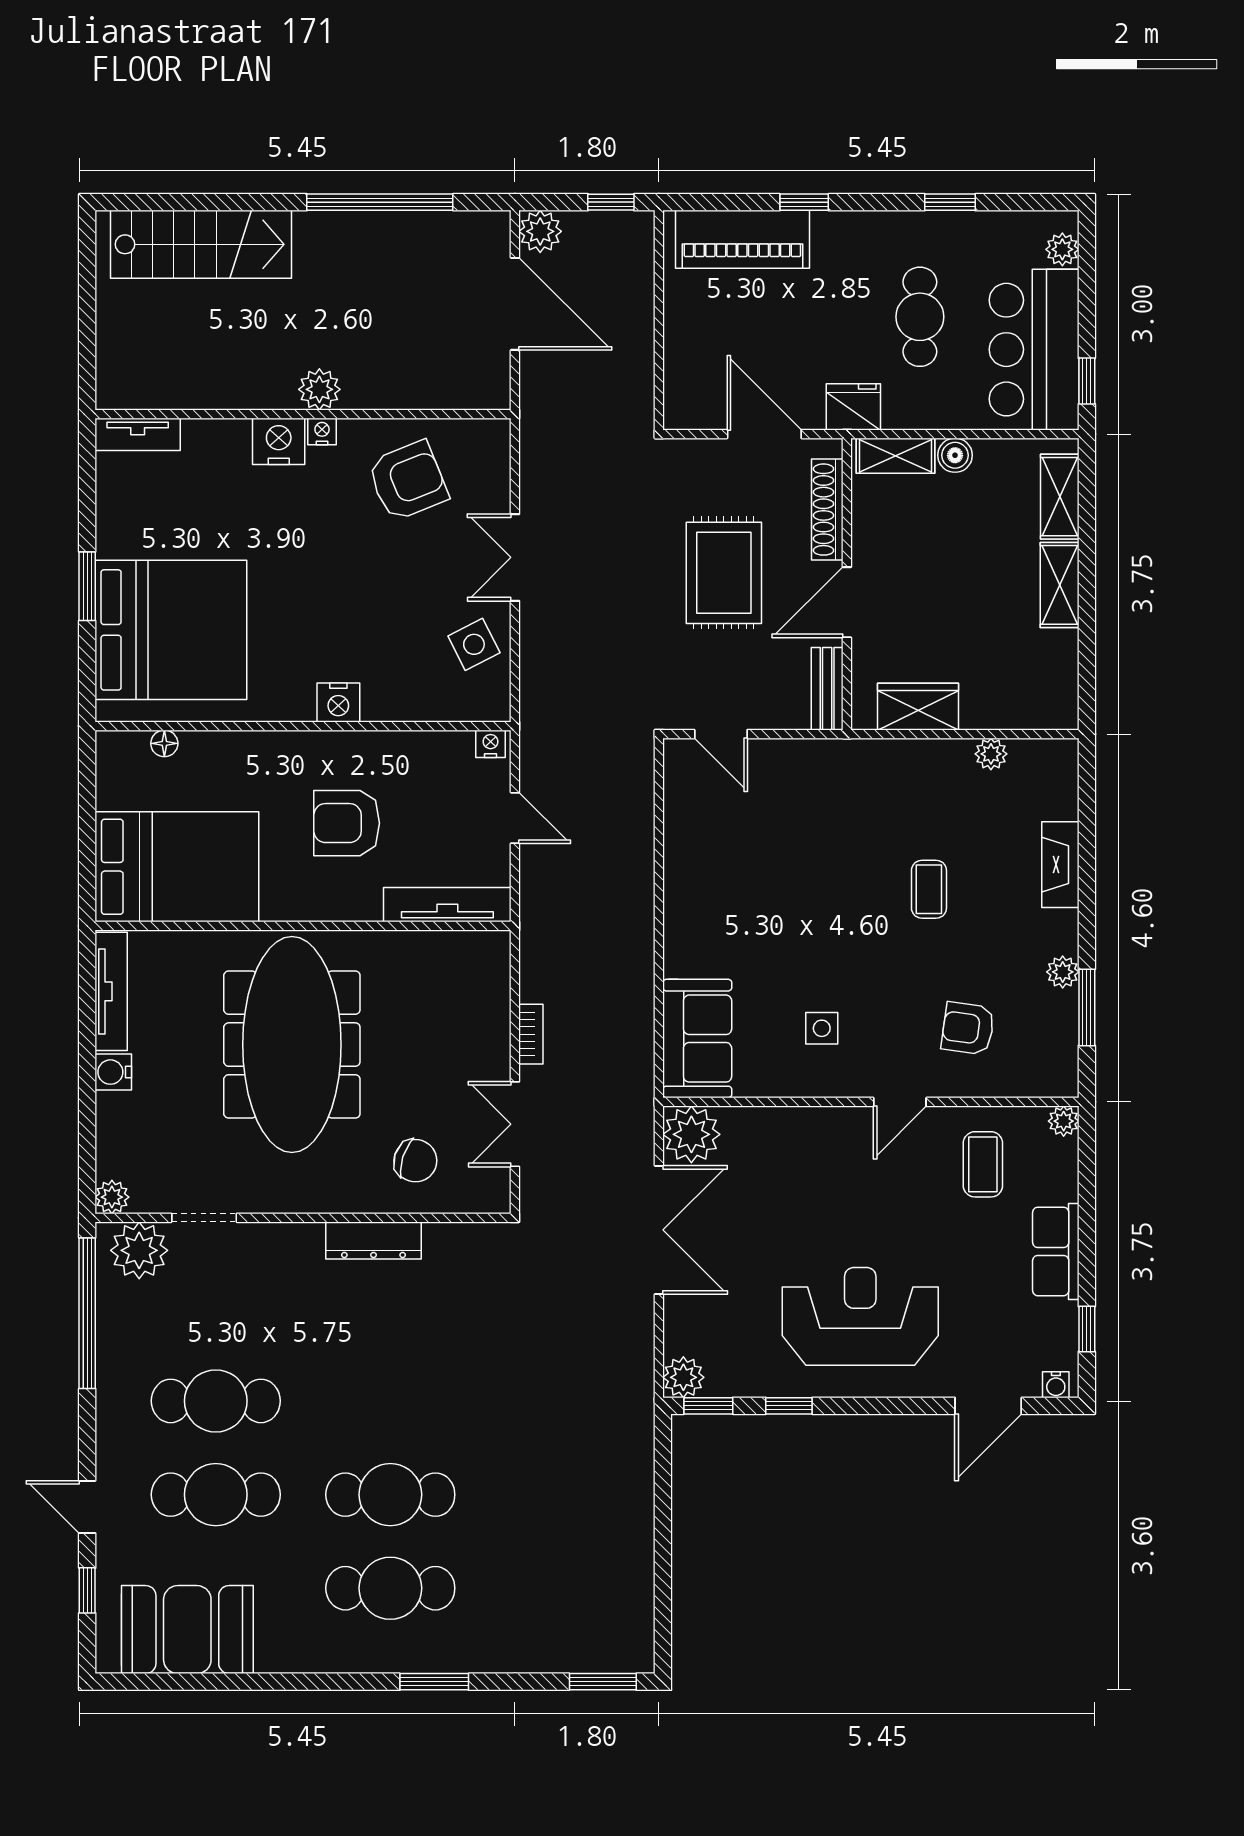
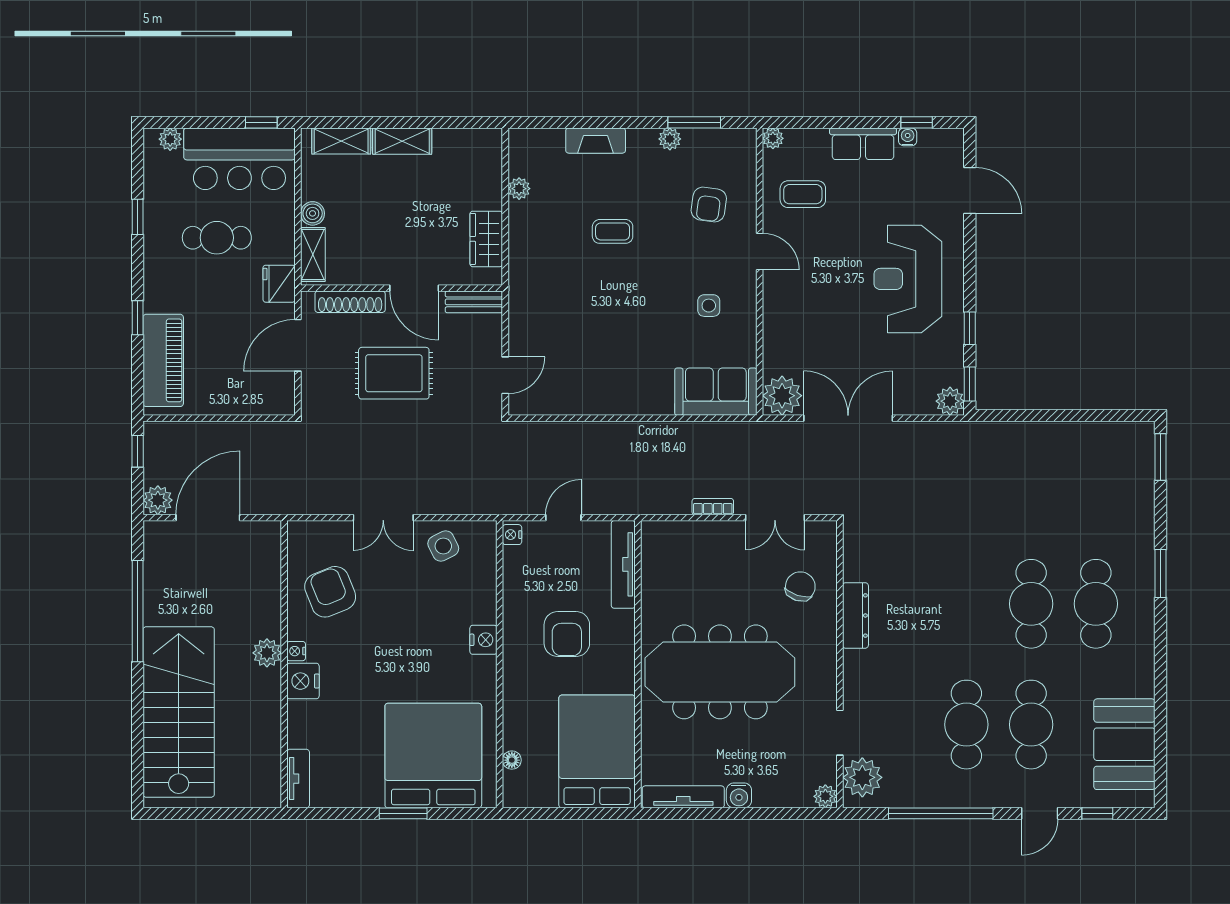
stairs: (201, 244) -> (179, 712), width x1.36, depth x1.51
window: (87, 1313) -> (941, 813), moved
water cooler: (1056, 1385) -> (908, 137), moved, turned -90

